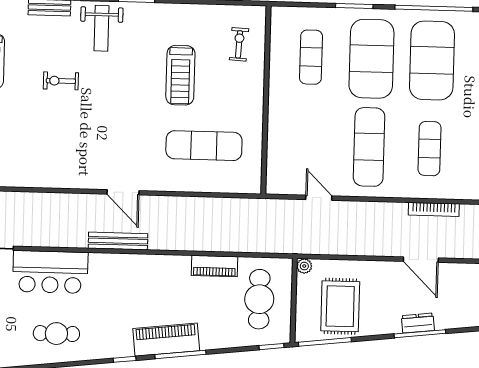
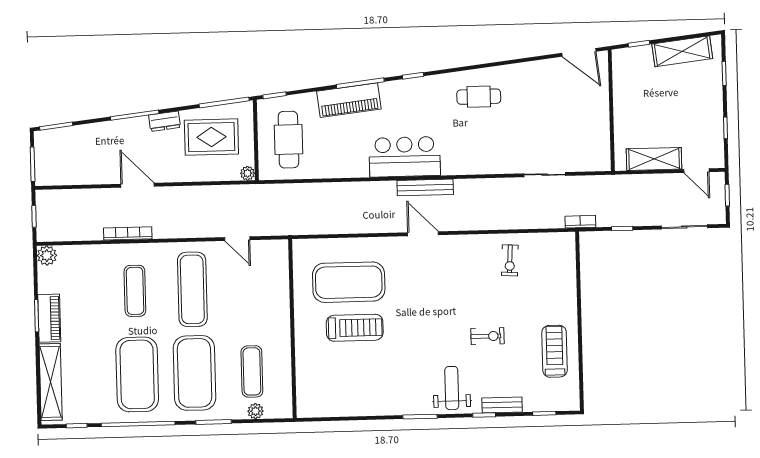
plant: (309, 15) -> (255, 411), added
exercise bike: (239, 44) -> (510, 260), moved
treadmill: (180, 75) -> (355, 328), moved, turned 90
exercise mat: (204, 146) -> (349, 282), width x1.47
piano: (214, 266) -> (333, 169), removed
bar counter: (50, 272) -> (405, 157), moved
rug: (340, 306) -> (211, 137), turned 90
dresser: (418, 323) -> (165, 121), moved
piano: (166, 340) -> (349, 100), moved

